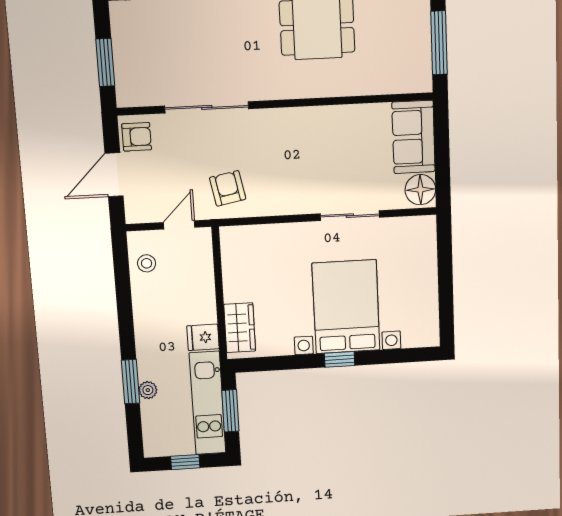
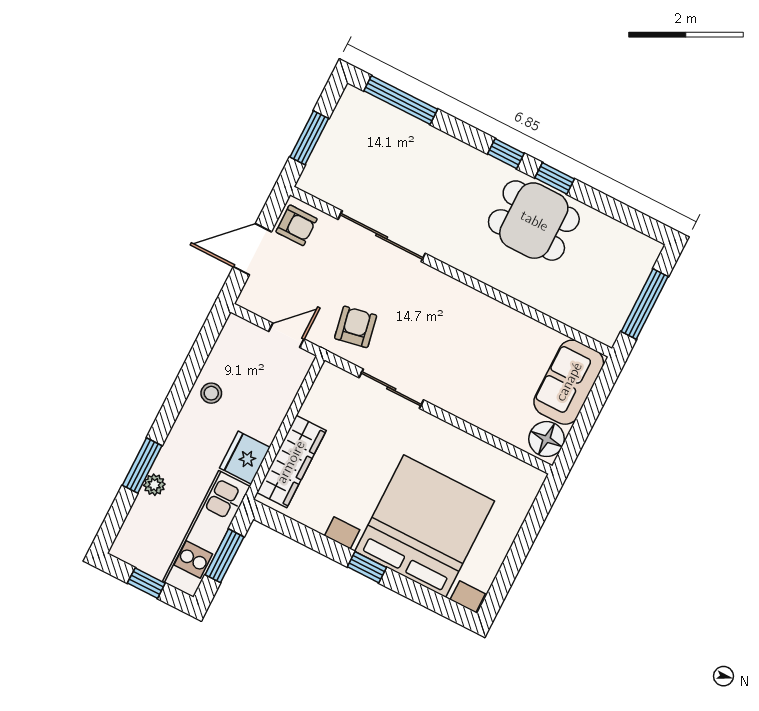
sliding door: (350, 216) -> (391, 389), moved
stool: (147, 263) -> (211, 393), moved
bed with nightstands: (346, 307) -> (425, 526), width x1.36
wardrobe: (240, 328) -> (291, 462), width x1.50
fridge: (203, 337) -> (245, 458), width x1.38

